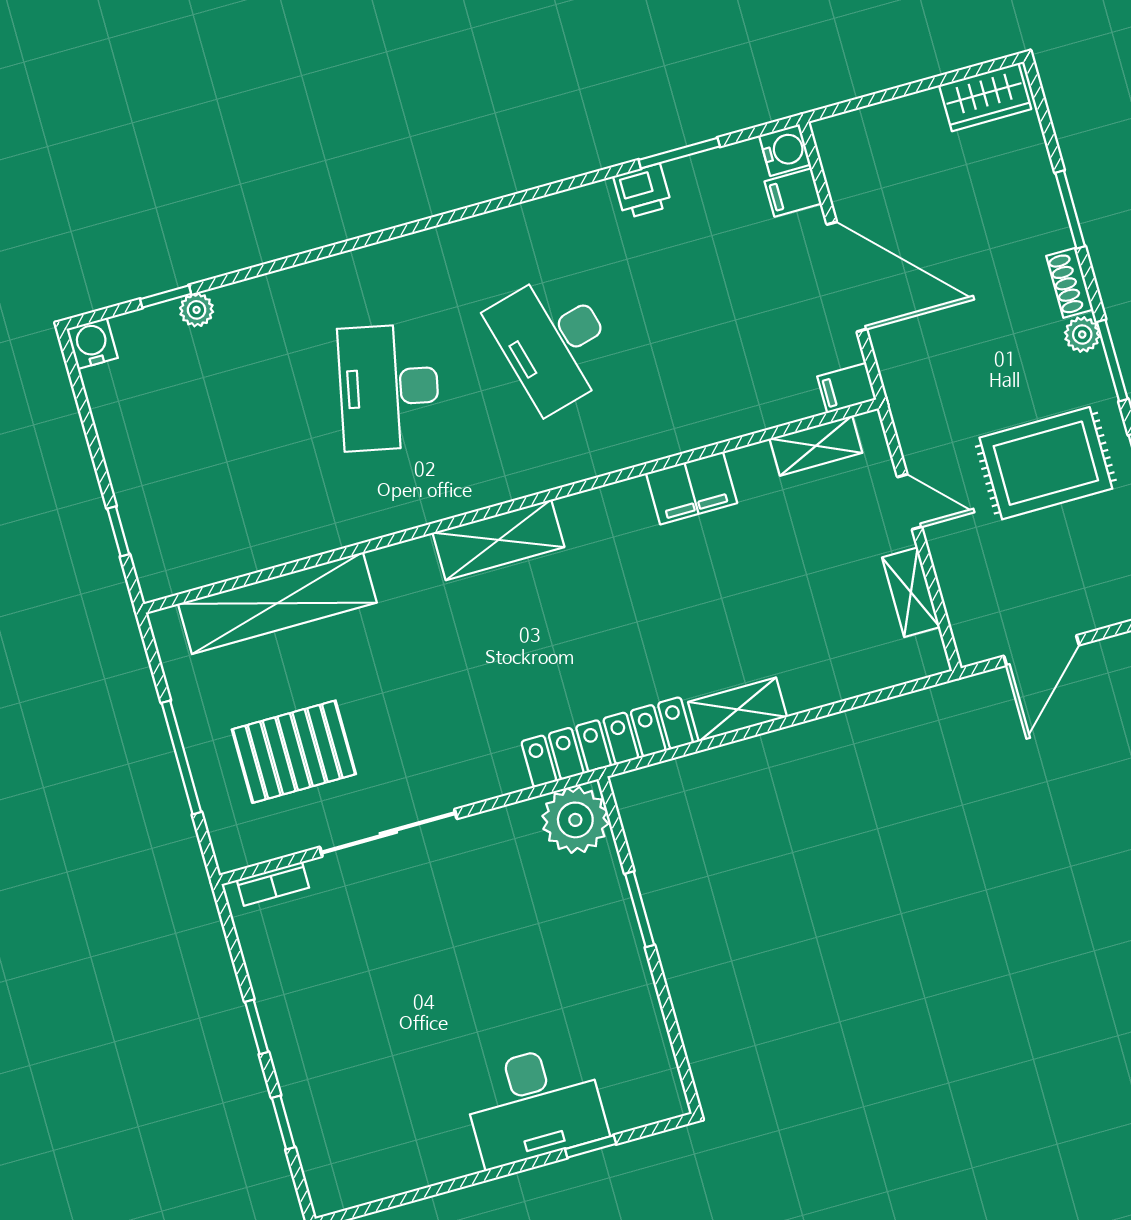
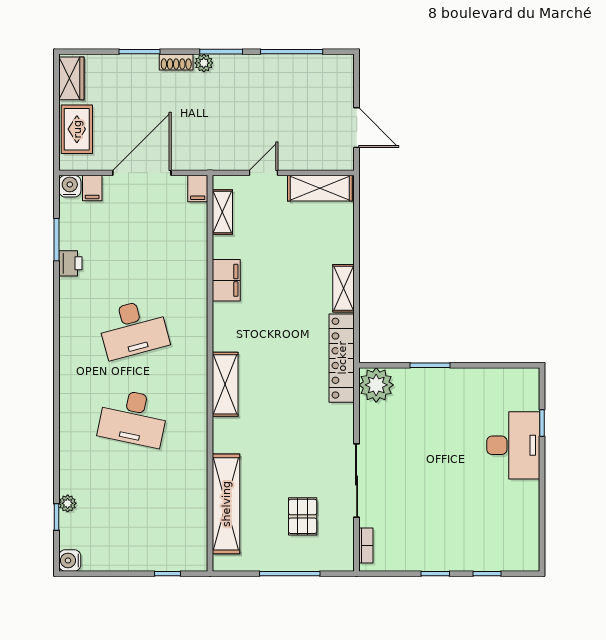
rug: (1046, 463) -> (77, 129), moved, width x0.73, depth x0.70
shelving: (911, 592) -> (320, 188), width x1.50, depth x1.33
pallet: (294, 752) -> (303, 516), width x0.67, depth x0.71

